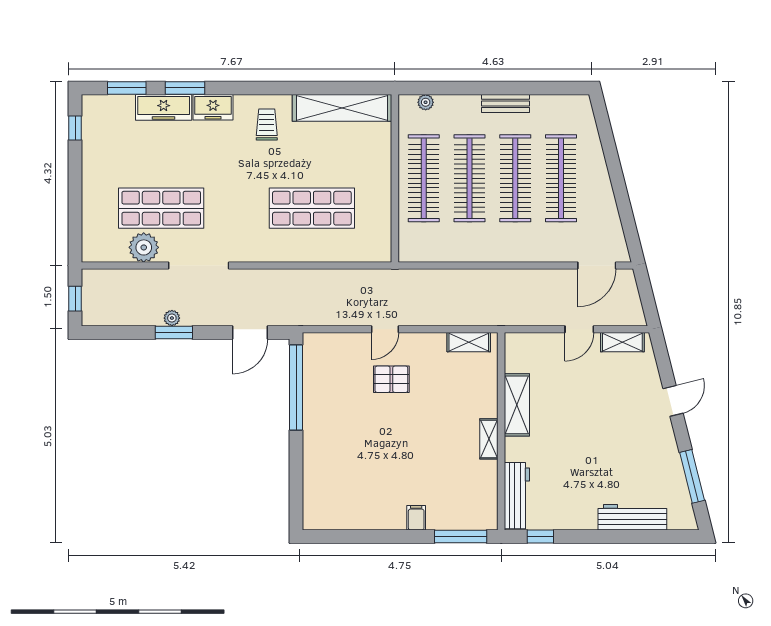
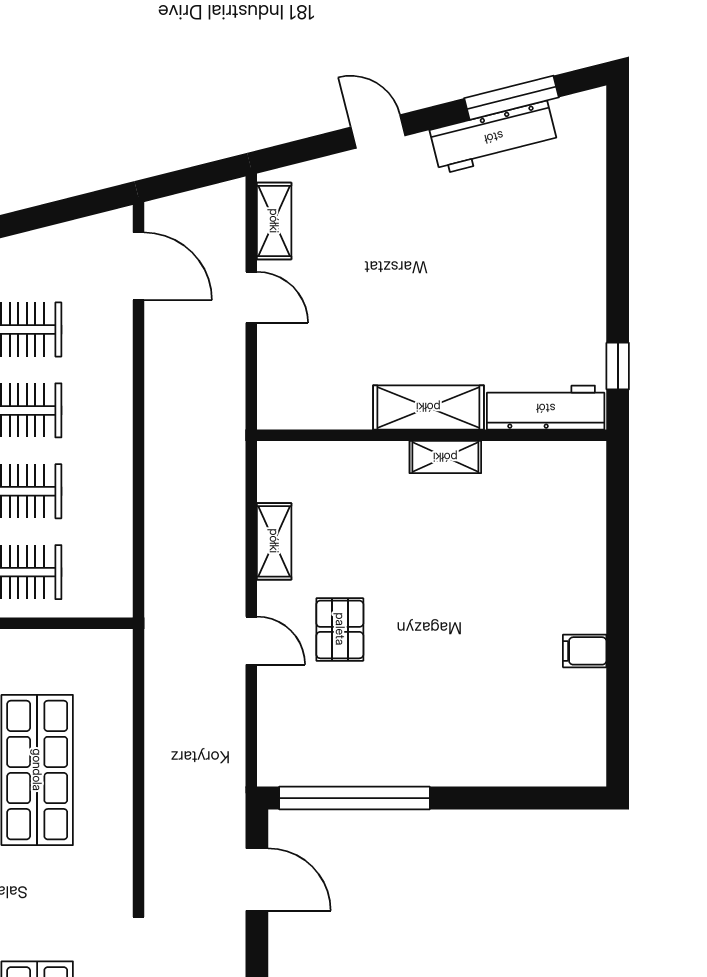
shelving: (469, 342) -> (274, 541), moved
shelving: (517, 405) -> (428, 407), moved
workbench: (632, 517) -> (494, 137), moved, turned -104
filing cabinet: (416, 518) -> (585, 651), moved
window: (461, 536) -> (618, 507), removed

